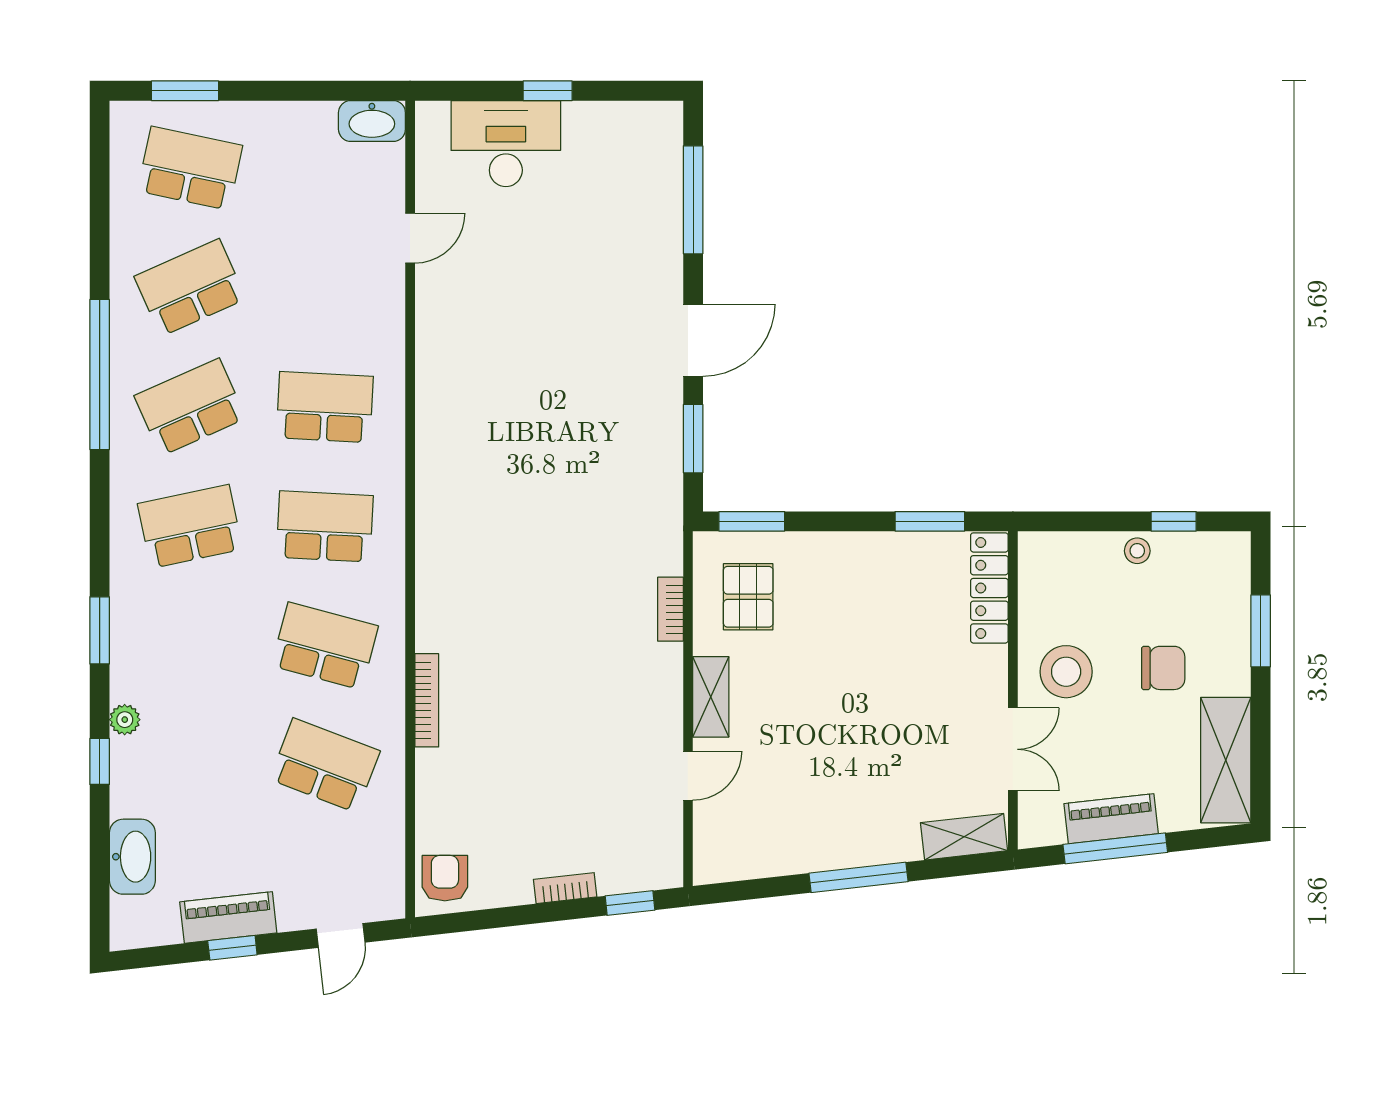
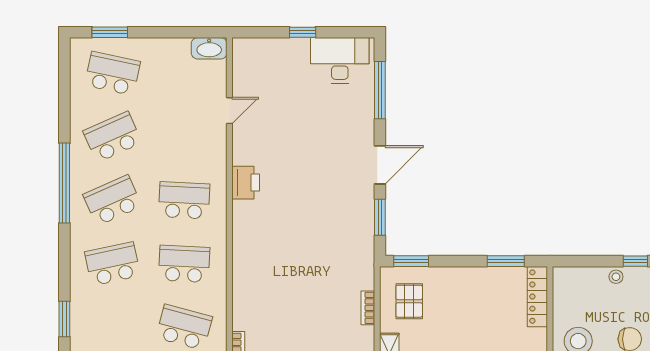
desk: (506, 144) -> (340, 60), moved
printer: (440, 374) -> (246, 183), added

